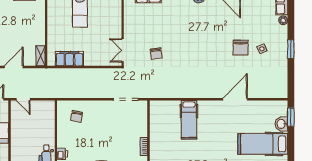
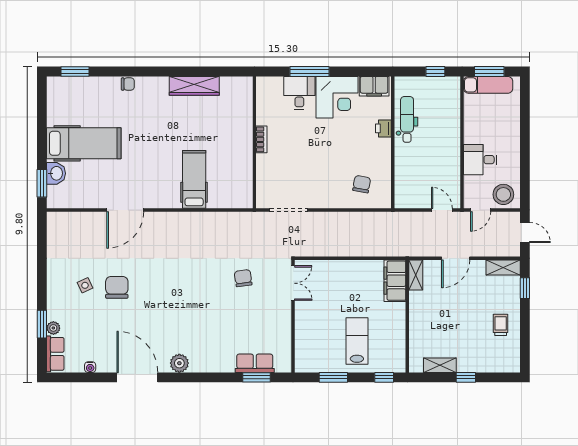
window: (291, 49) -> (42, 324), moved
filing cabinet: (69, 59) -> (395, 281), moved, turned 90

